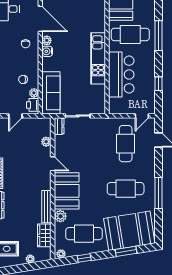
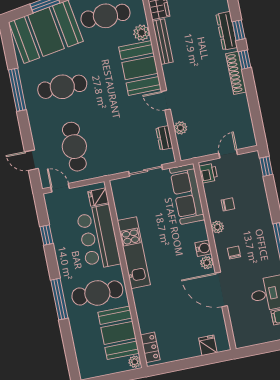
plant: (34, 93) -> (217, 227), moved
fridge: (116, 104) -> (98, 197), added
door: (142, 116) -> (60, 188), hinge flipped
dresser: (59, 126) -> (164, 138), moved

